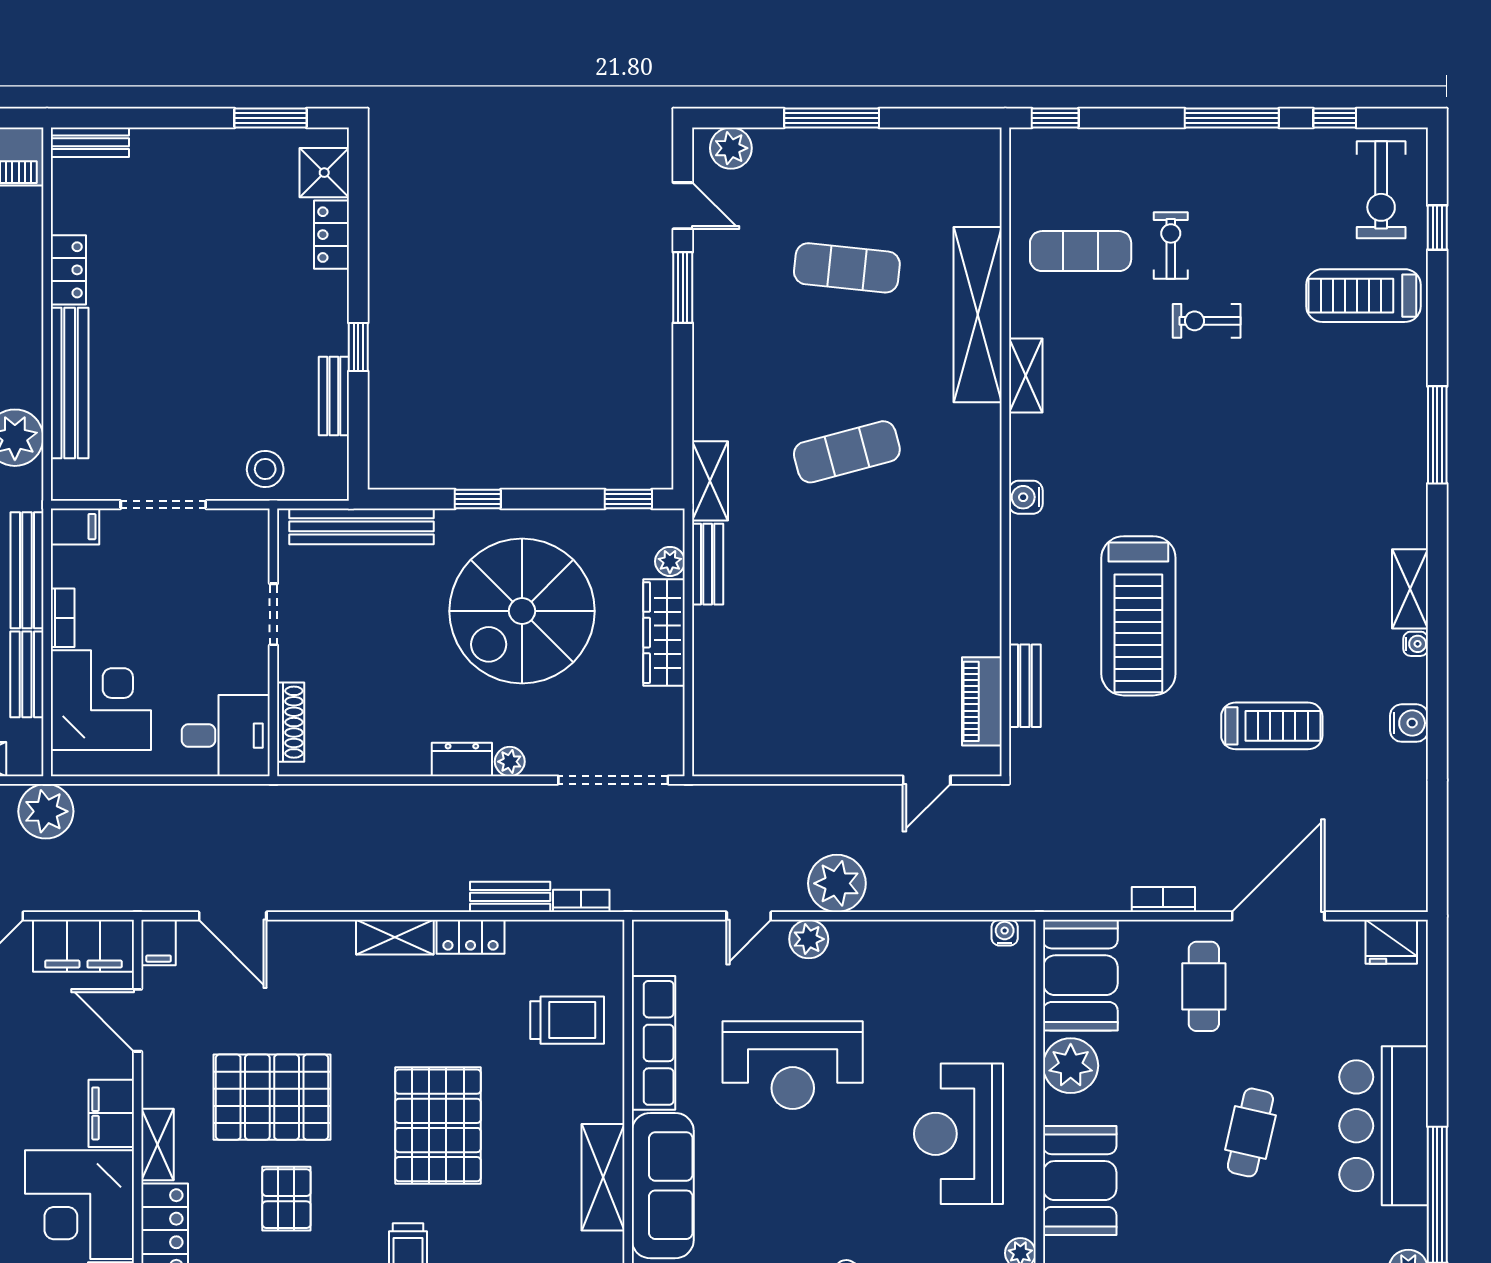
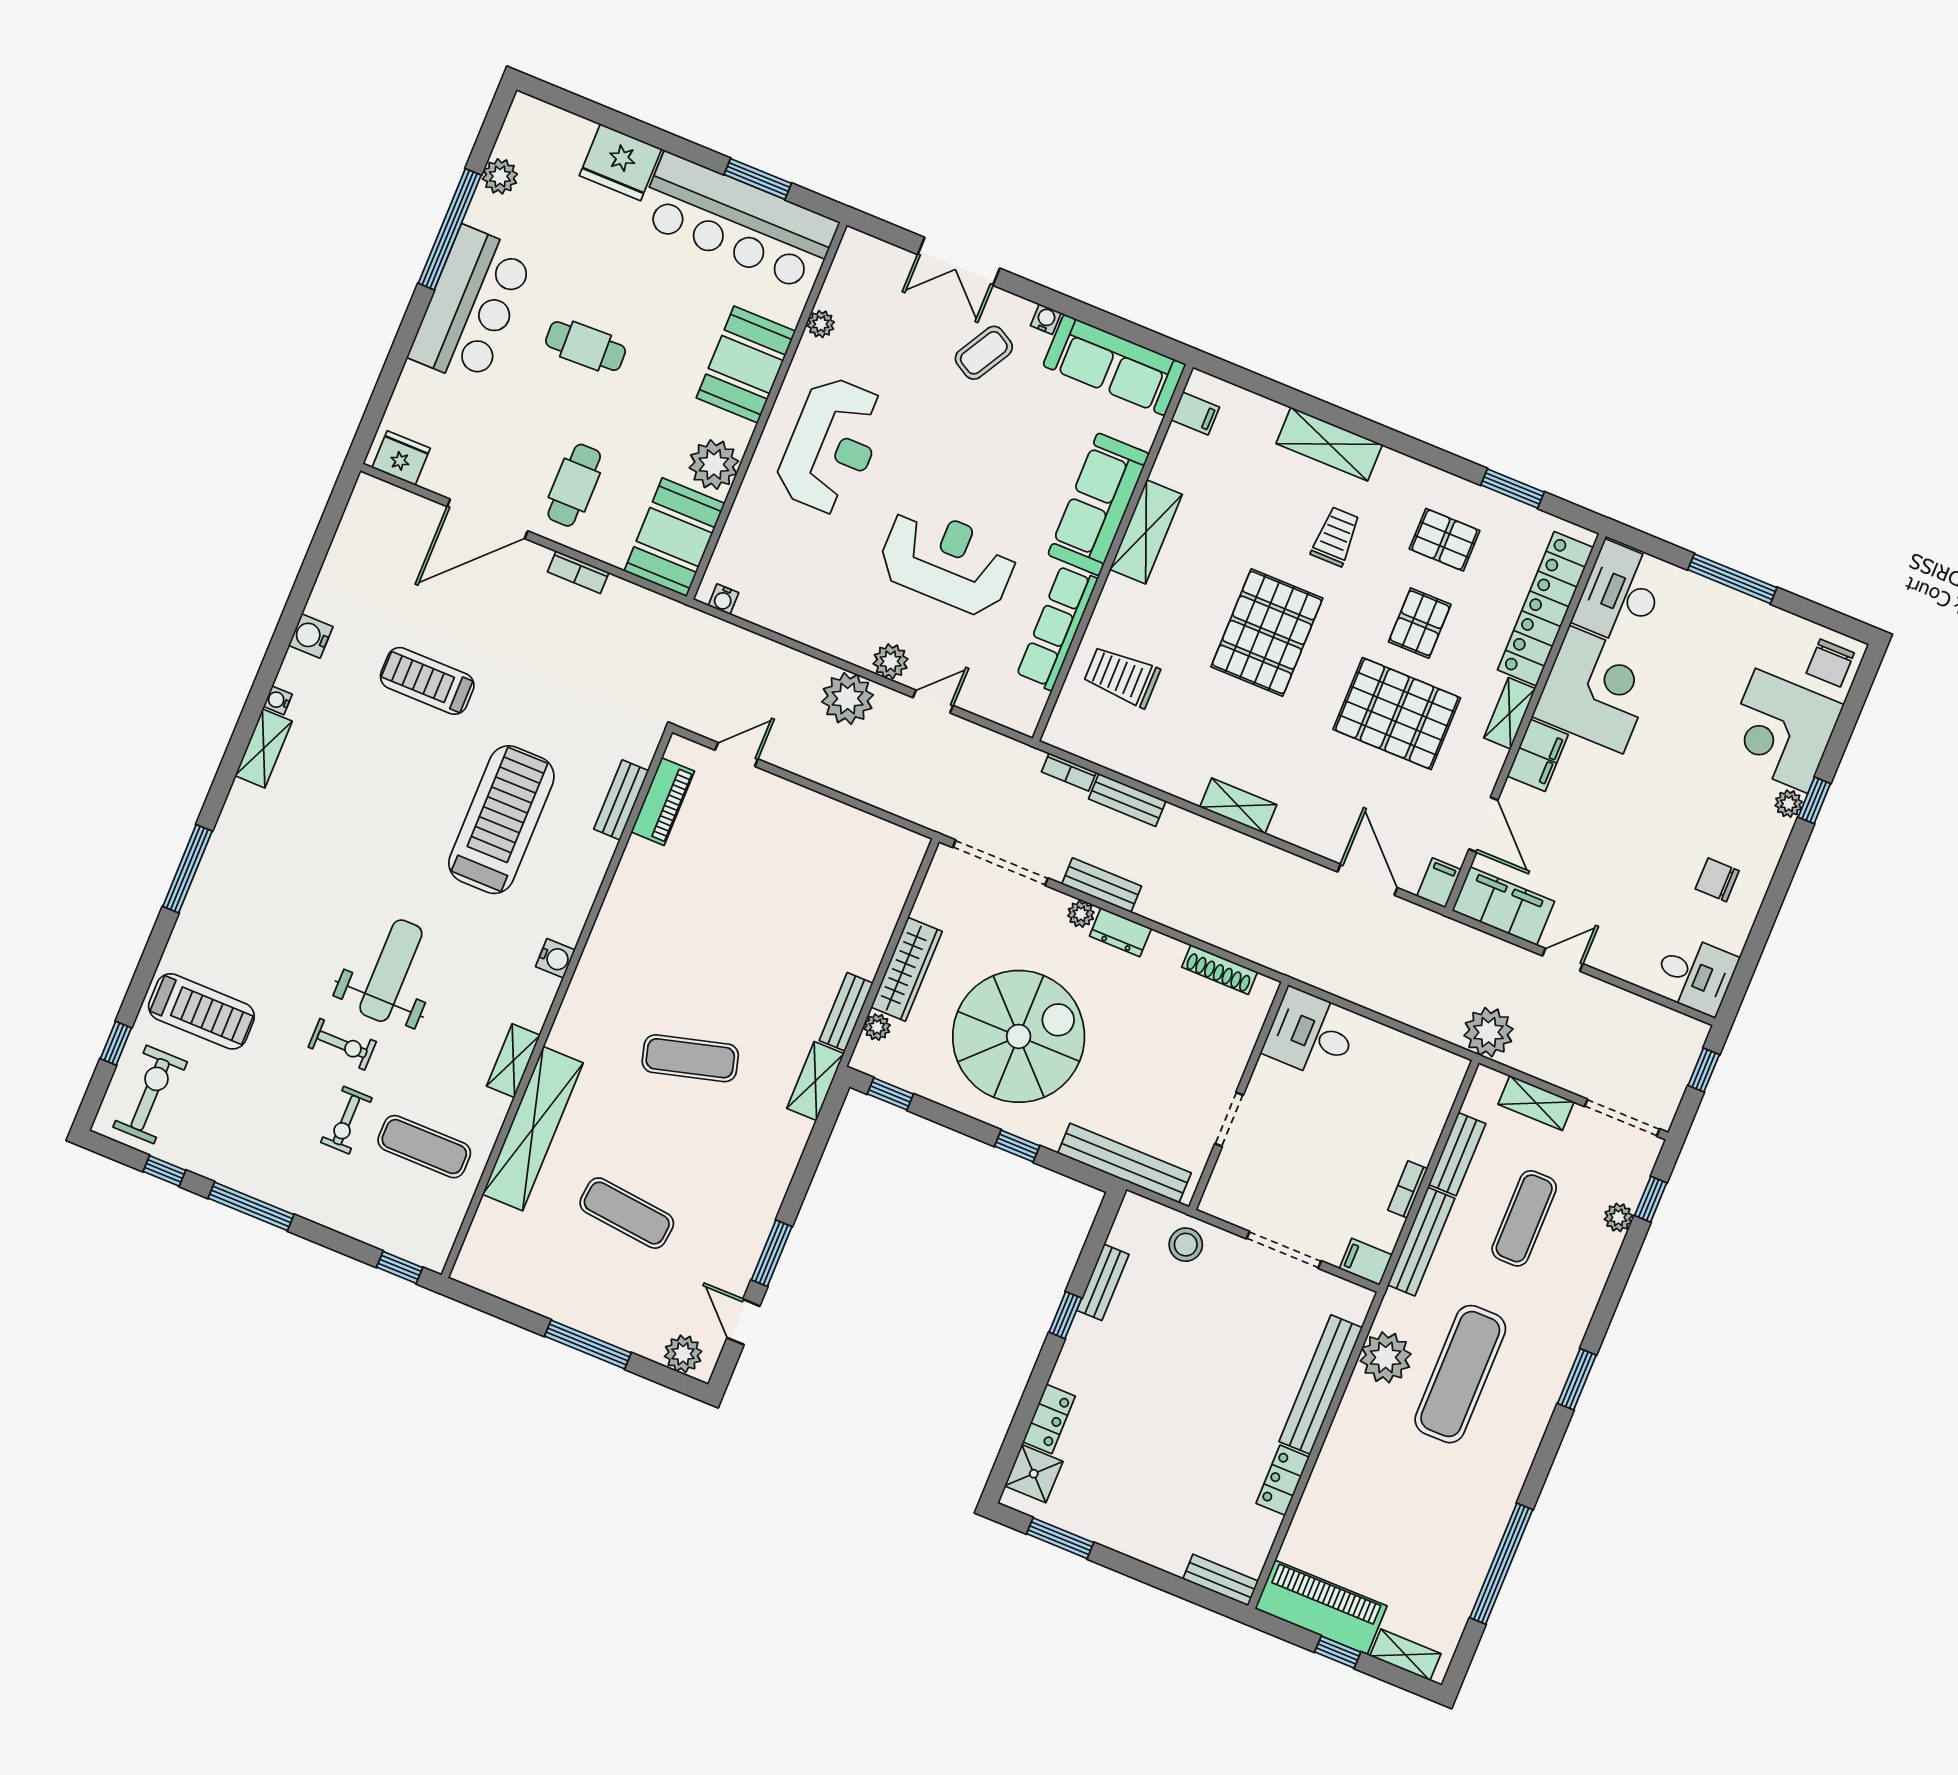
weight bench: (1188, 416) -> (391, 971), added
corner desk: (101, 700) -> (1404, 1107), removed
shoe rack: (291, 722) -> (1220, 970), moved, turned -90
bench: (501, 800) -> (1102, 885), added
locker: (471, 937) -> (1174, 780), removed
cafe table: (1250, 1132) -> (586, 346), turned 75

